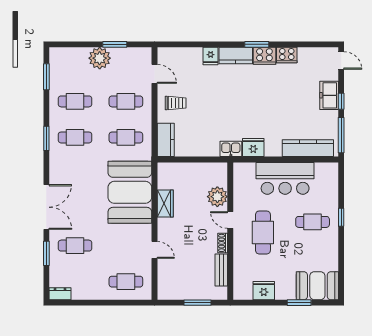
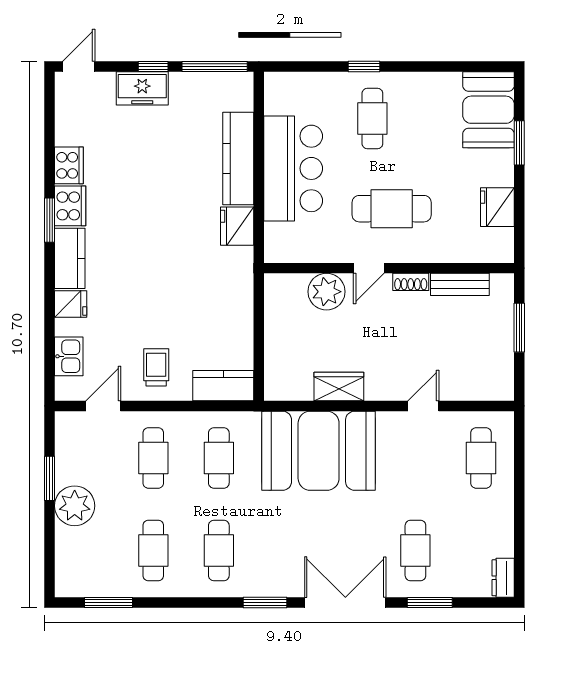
window: (46, 138) -> (265, 603), moved
kitchen counter: (308, 148) -> (238, 158), moved
kitchen sink: (231, 149) -> (69, 356), moved, turned 180

